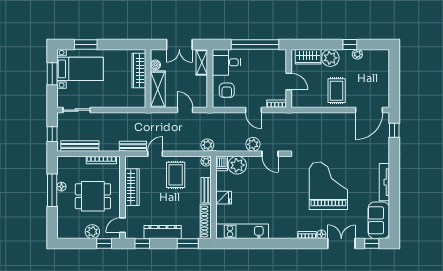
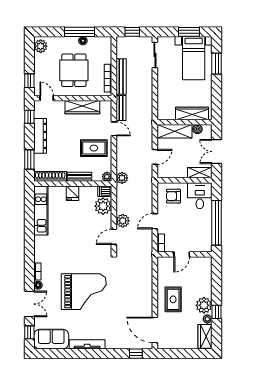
wardrobe: (308, 57) -> (205, 336), moved
plant: (330, 58) -> (204, 305), moved
rug: (337, 91) -> (173, 299), turned 90
bench: (80, 146) -> (121, 76), moved
plant: (92, 232) -> (41, 46), moved

